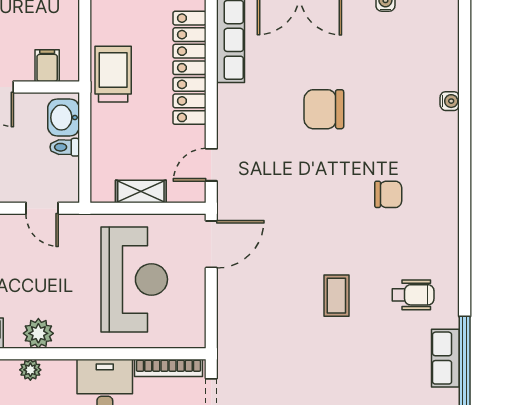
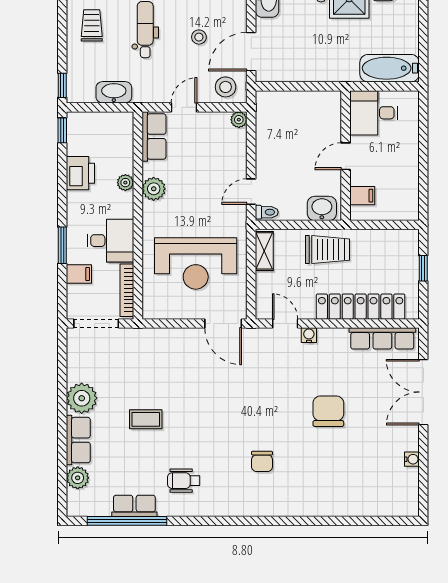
trolley: (113, 74) -> (328, 250), moved
water cooler: (450, 101) -> (309, 335), moved, turned 180
toilet: (65, 147) -> (267, 212), moved, turned 90
shelving: (141, 192) -> (264, 251), moved
wheelchair: (413, 295) -> (184, 481), turned 90
coffee table: (336, 296) -> (146, 419), moved

